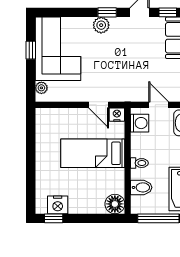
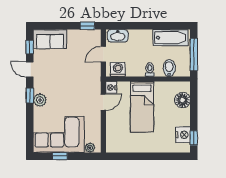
floor lamp: (115, 204) -> (182, 100), moved

